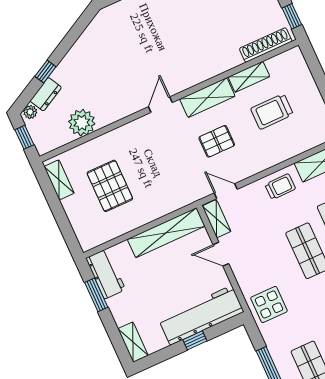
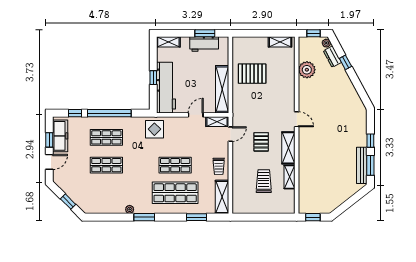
shoe rack: (266, 45) -> (303, 195), removed
pallet: (110, 186) -> (252, 74), moved
workbench: (106, 274) -> (204, 44), moved

